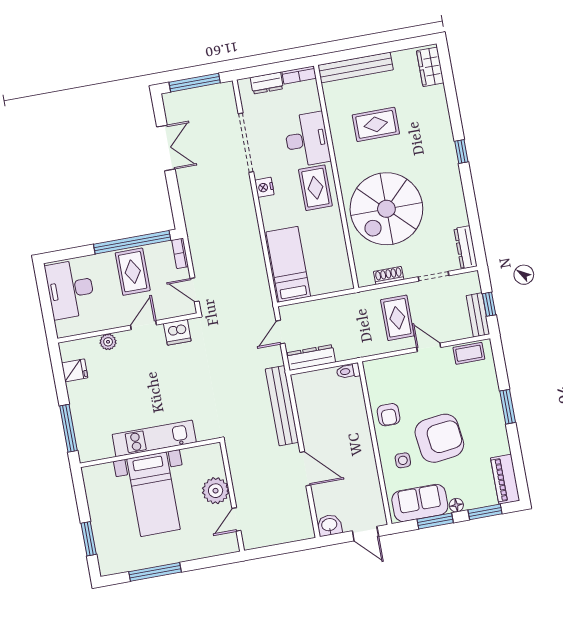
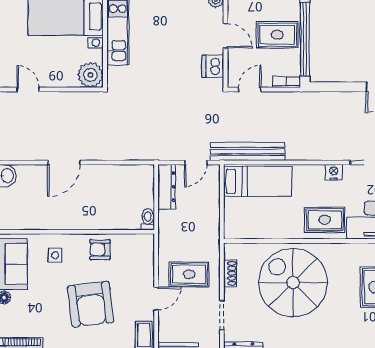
door: (280, 332) -> (196, 163), swing flipped
bench: (282, 406) -> (248, 151), moved
armchair: (439, 438) -> (91, 304), moved
plant: (216, 491) -> (91, 75), moved

